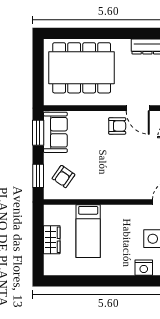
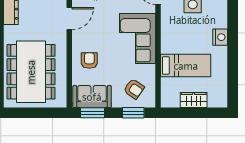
armchair: (117, 126) -> (89, 61), moved
corner sofa: (117, 180) -> (138, 39), added
nightstand: (144, 268) -> (220, 37), moved

